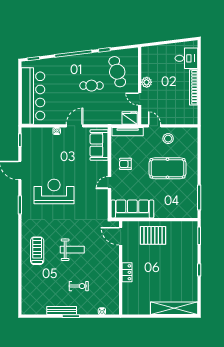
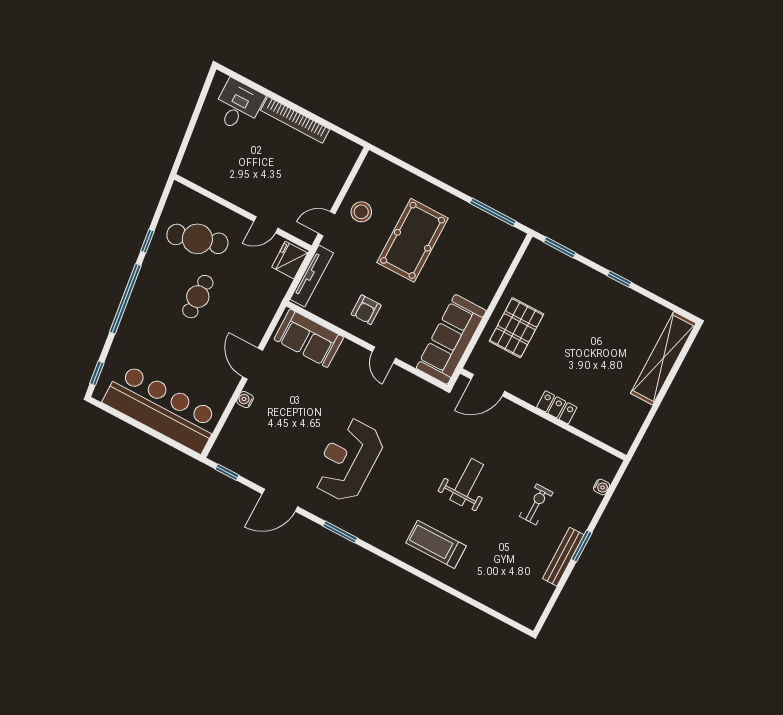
plant: (147, 82) -> (243, 197), removed

